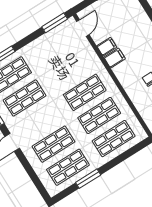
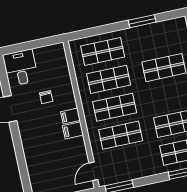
filing cabinet: (107, 47) -> (70, 116), moved
shop shelf: (68, 167) -> (121, 135), moved

